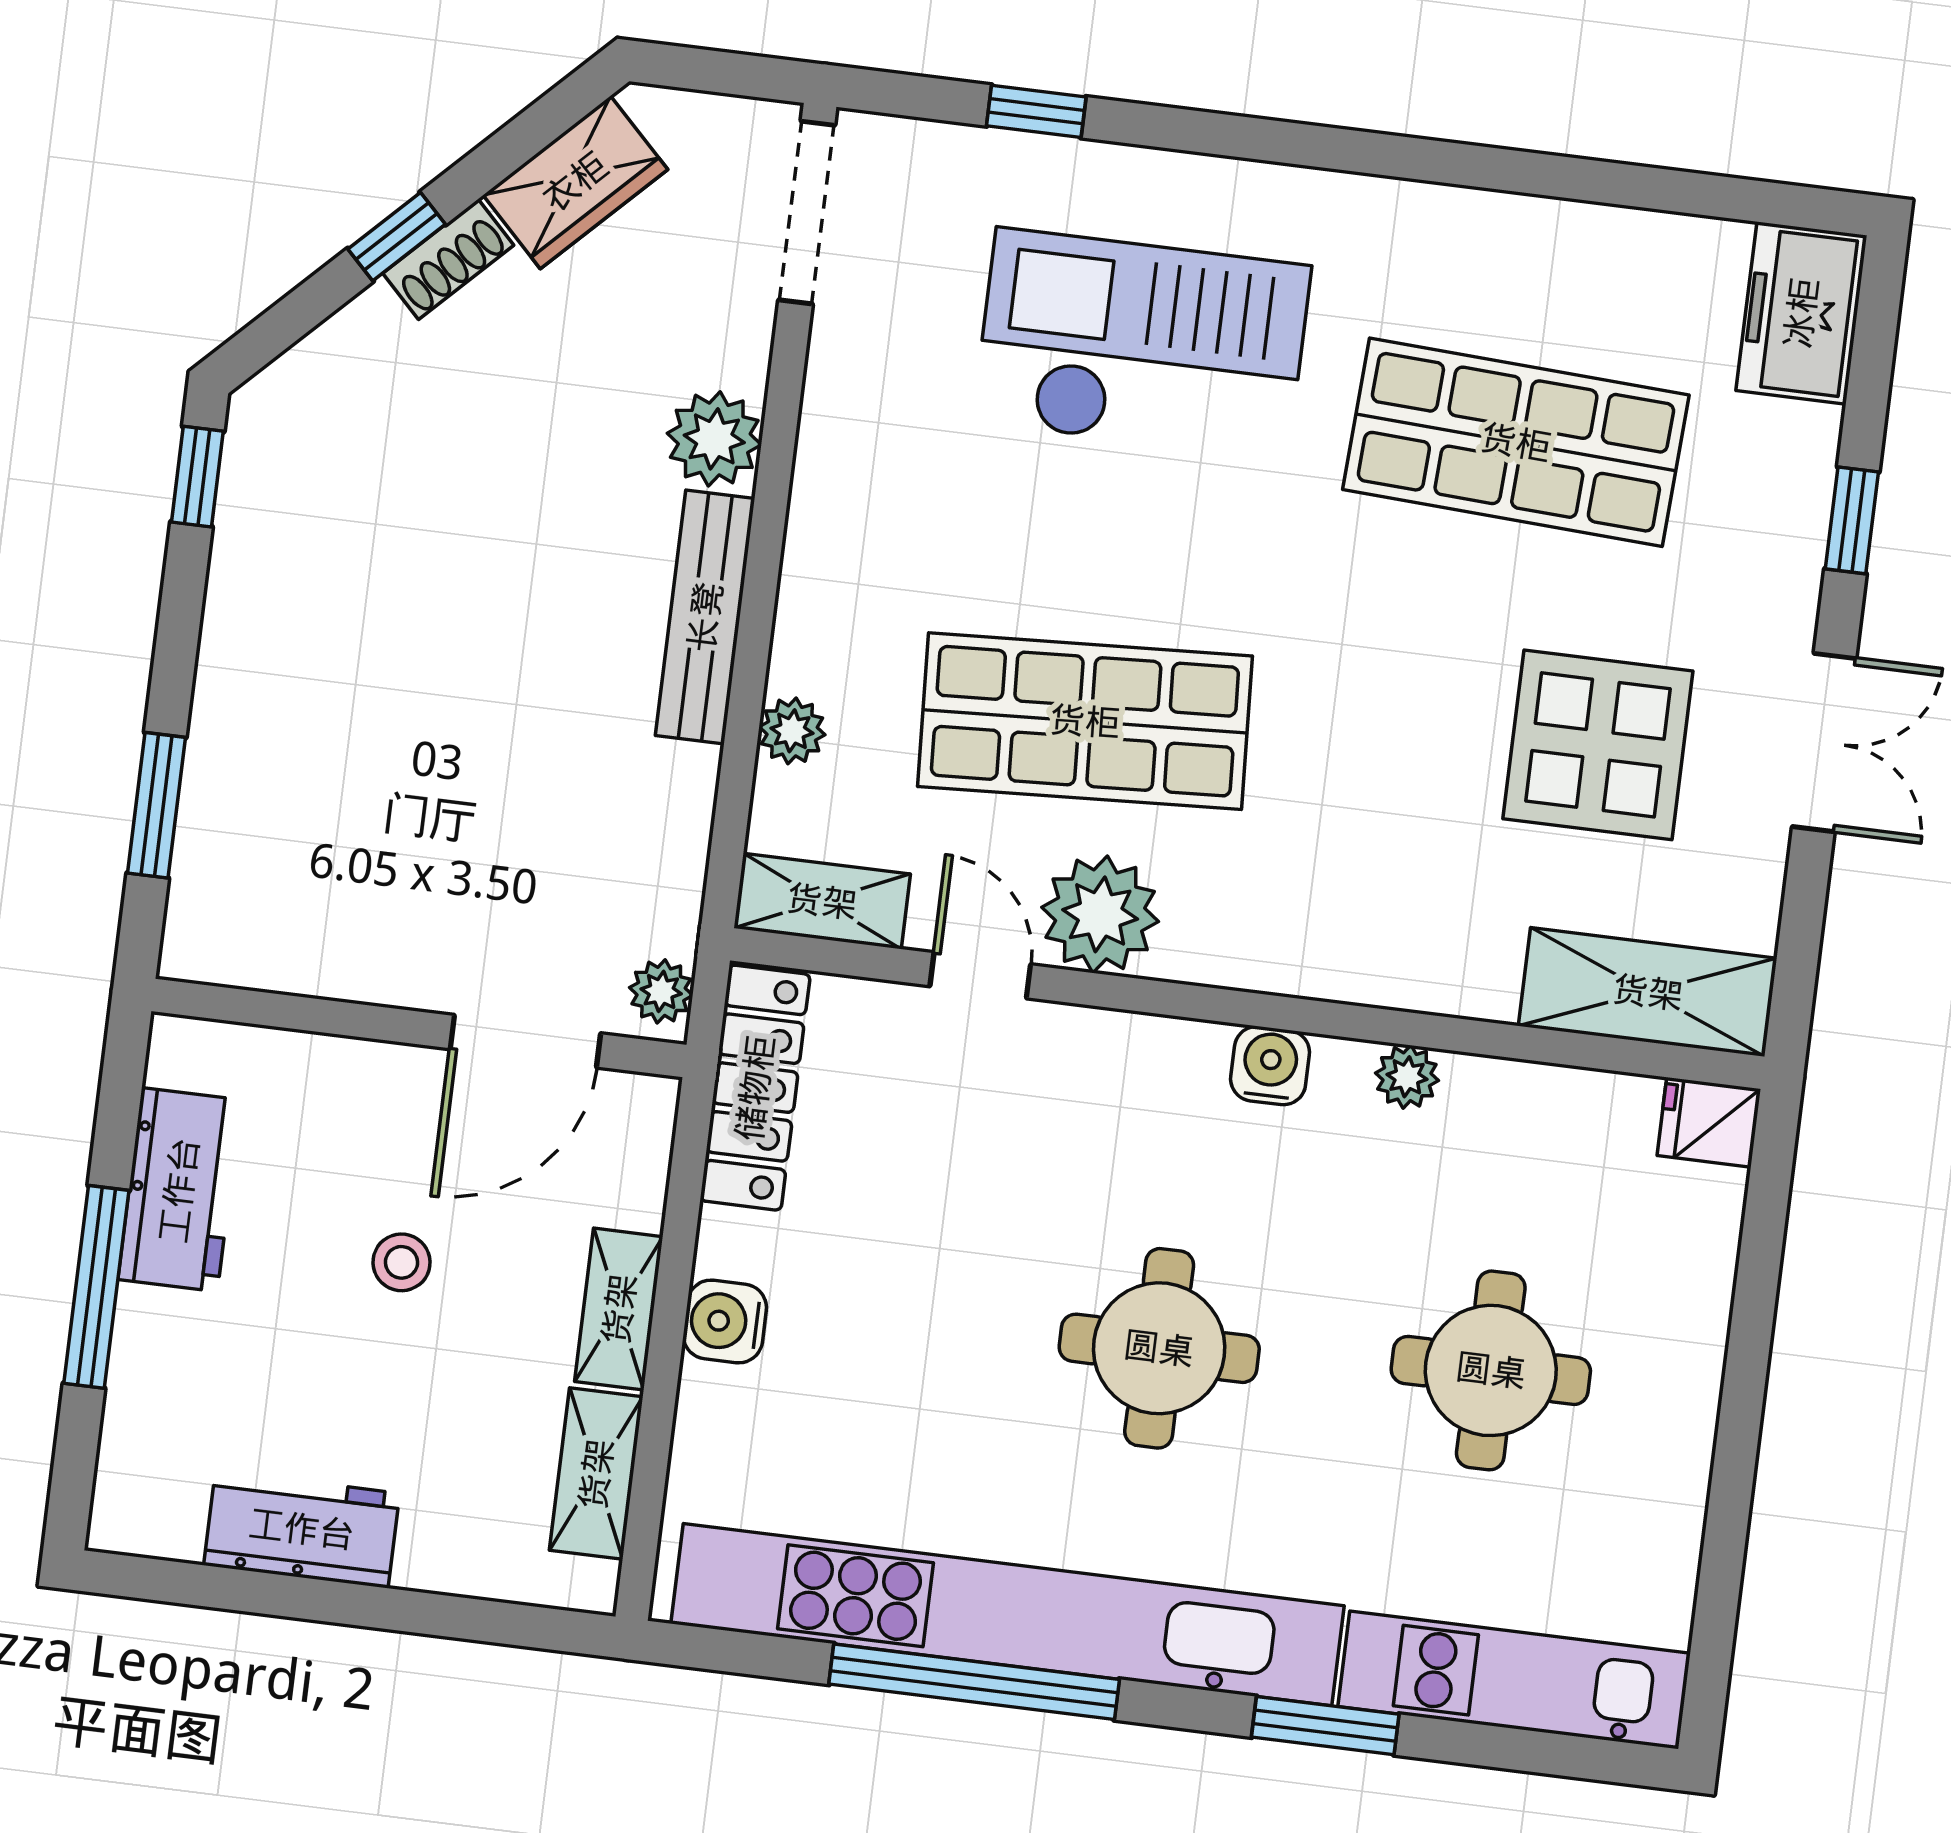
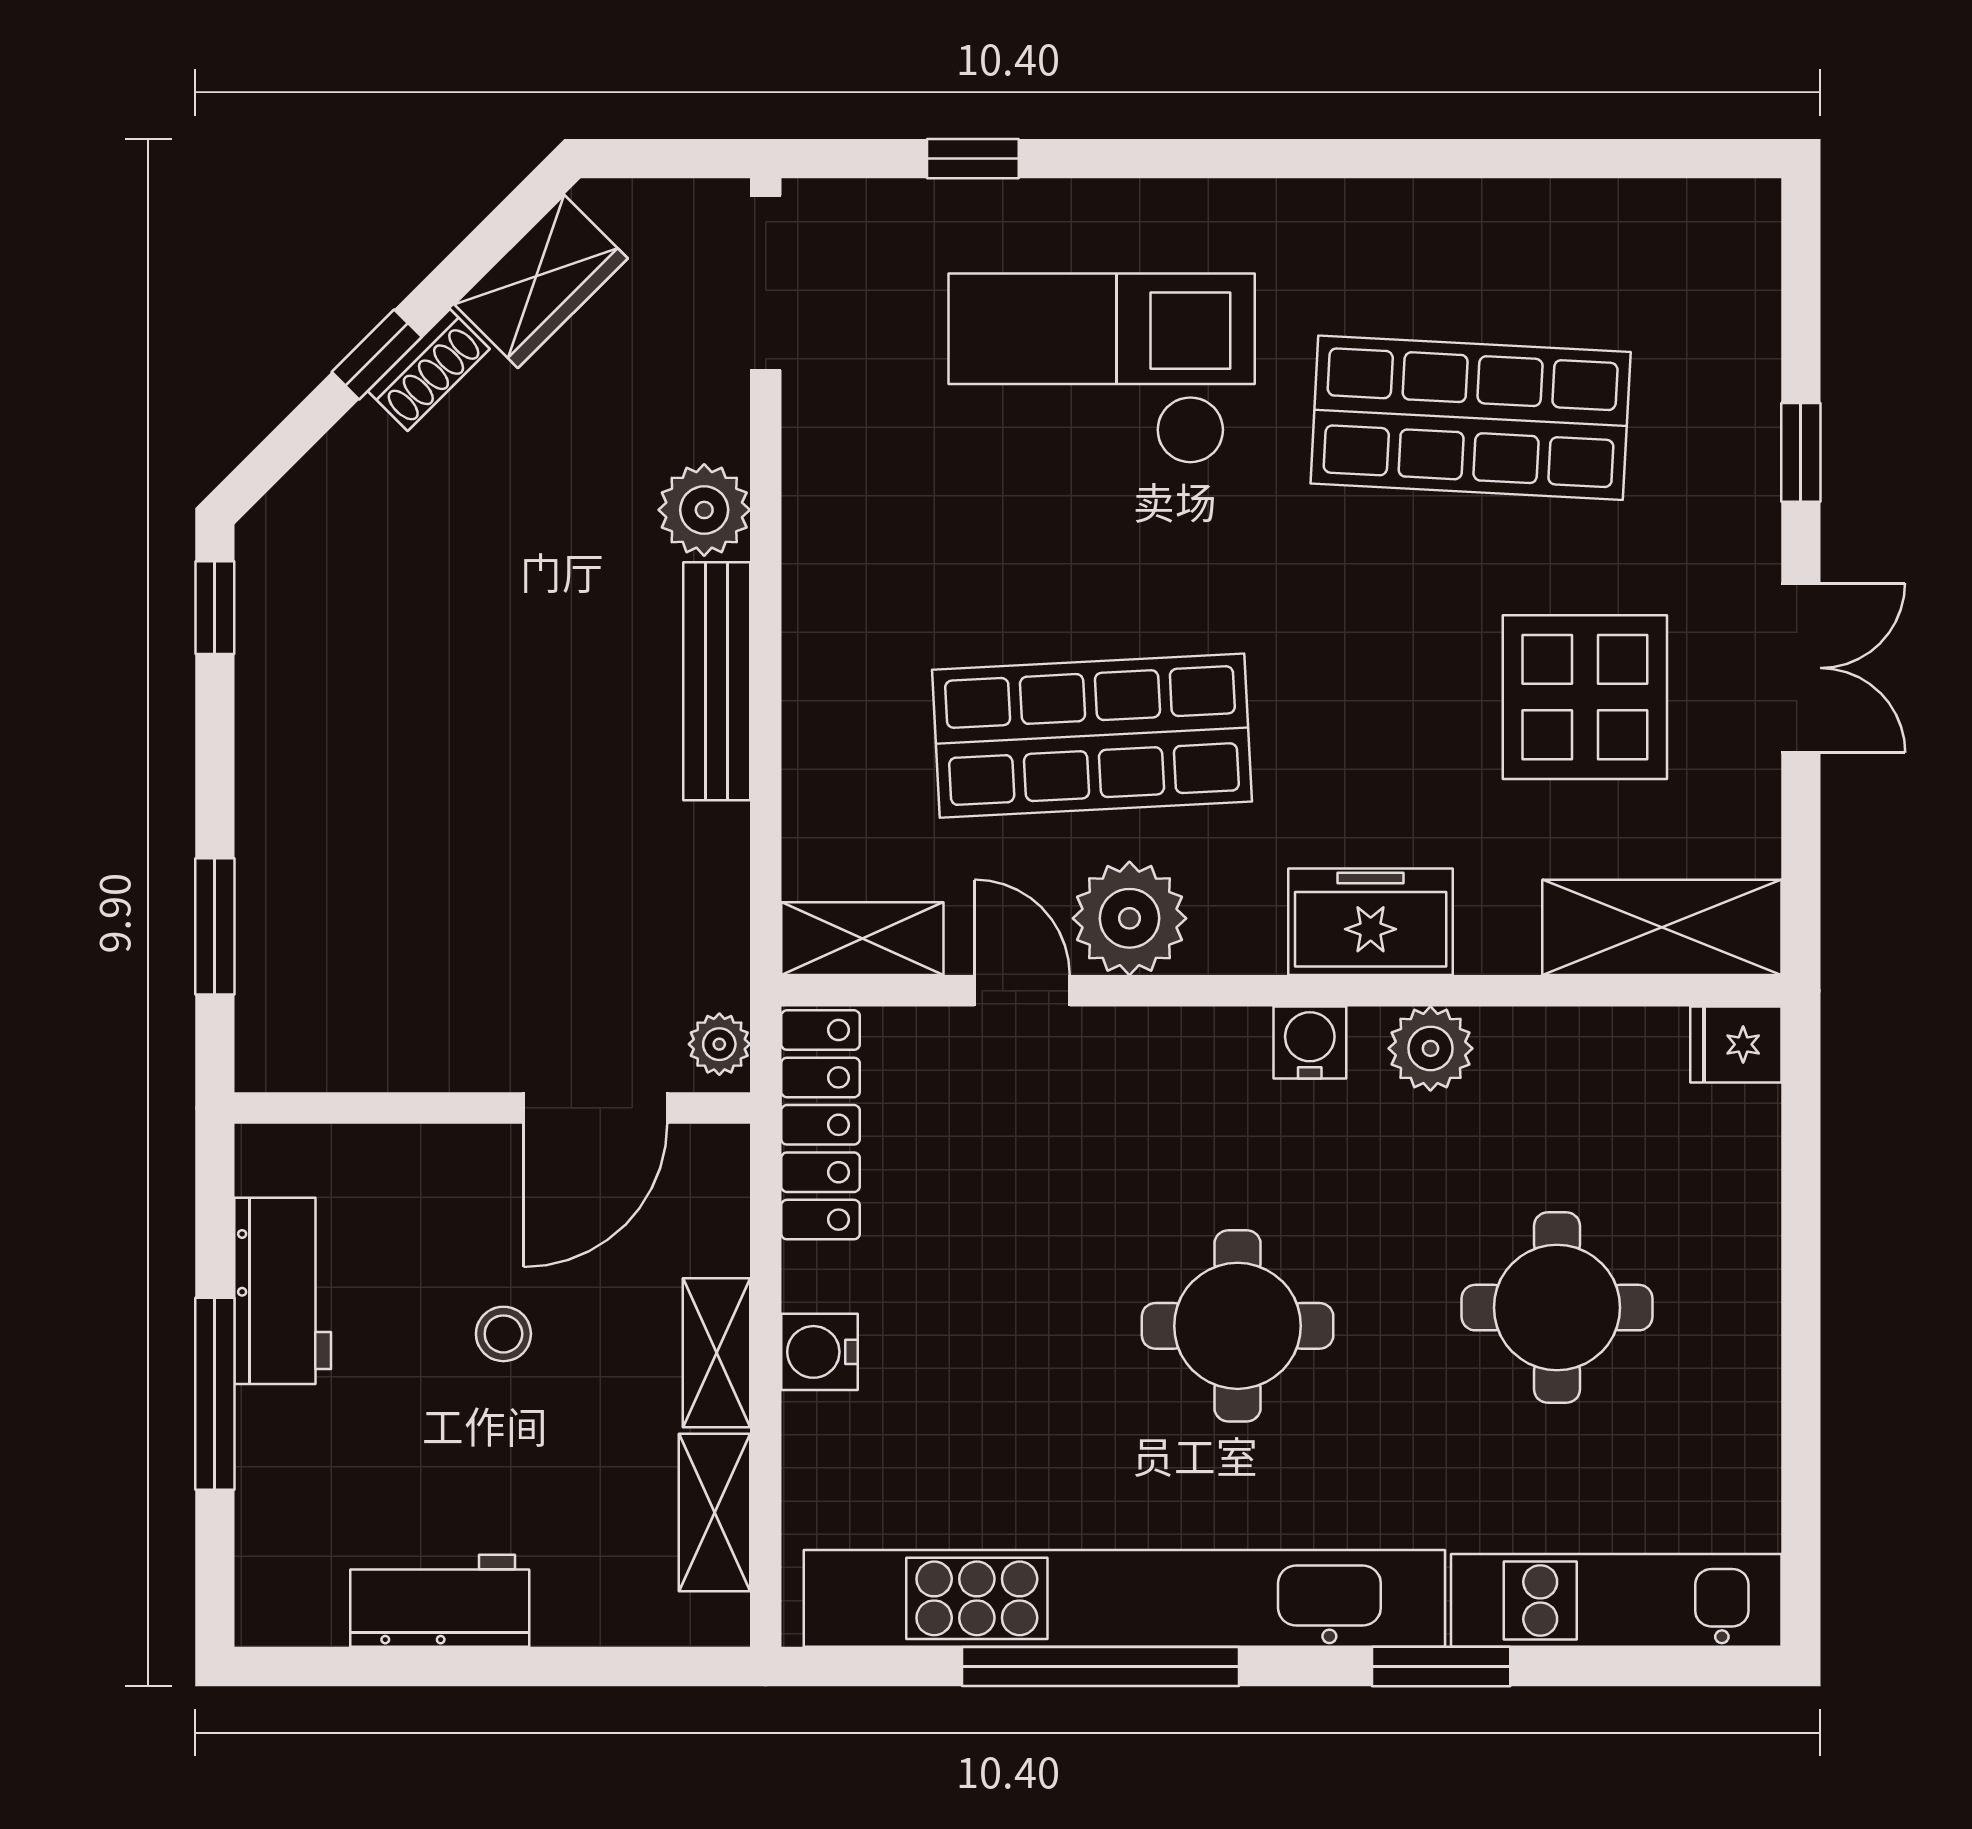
freezer: (1801, 313) -> (1371, 922), moved, turned 90
plant: (792, 731) -> (813, 780), removed
plant: (1407, 1077) -> (1430, 1048), width x1.38, depth x1.38

